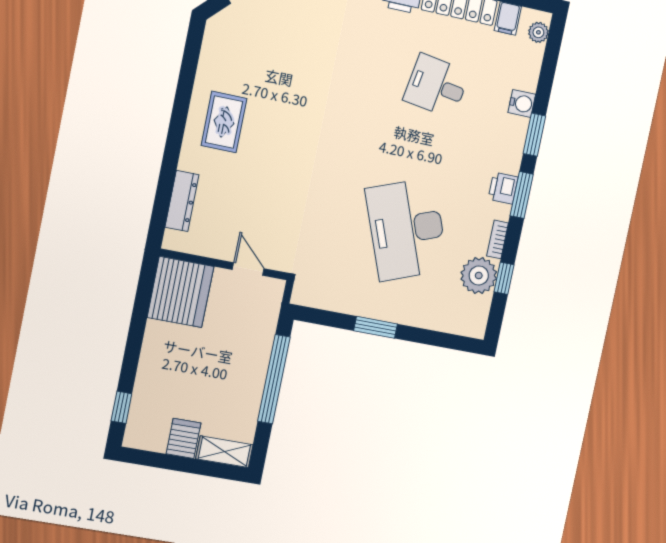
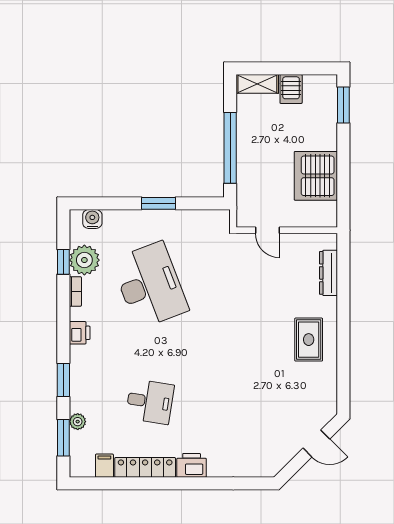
plant: (538, 32) -> (78, 422), moved
water cooler: (522, 103) -> (92, 219), moved, turned 90
window: (522, 195) -> (63, 438), moved
server rack: (180, 292) -> (316, 176), moved
window: (121, 407) -> (343, 105), width x1.50

